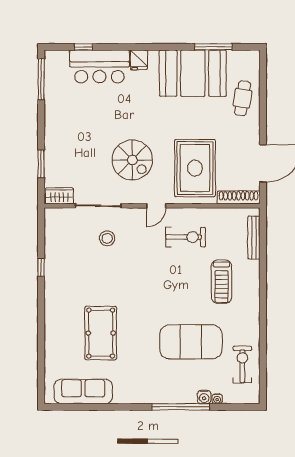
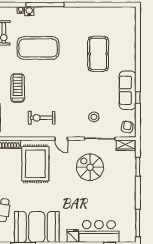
spiral stairs: (132, 160) -> (90, 167), moved
door: (156, 206) -> (61, 139), swing flipped
armchair: (57, 223) -> (127, 127), added
sofa: (83, 391) -> (128, 90), moved, turned 90

